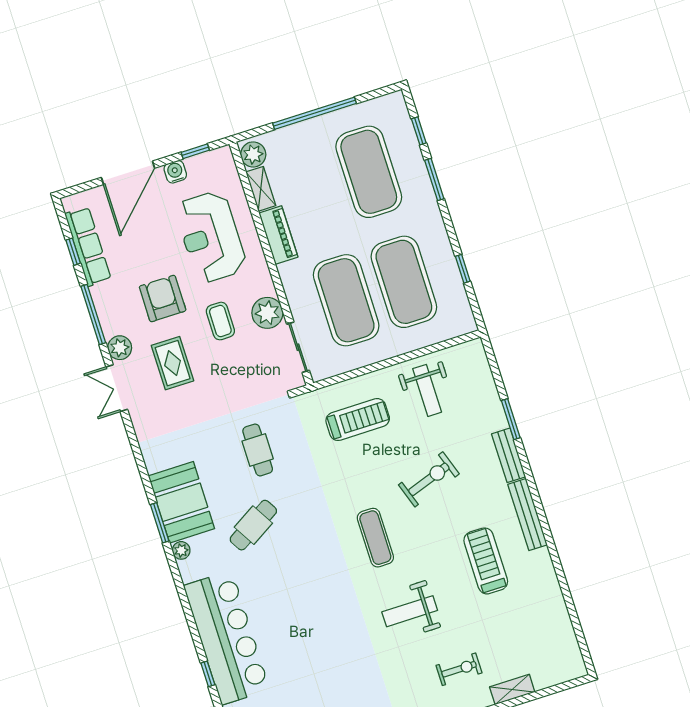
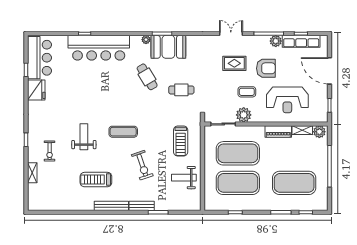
water cooler: (175, 172) -> (323, 93), removed
reception desk: (211, 237) -> (287, 100), turned 180
plant: (120, 348) -> (276, 41), moved
treadmill: (486, 561) -> (96, 180), turned 180

